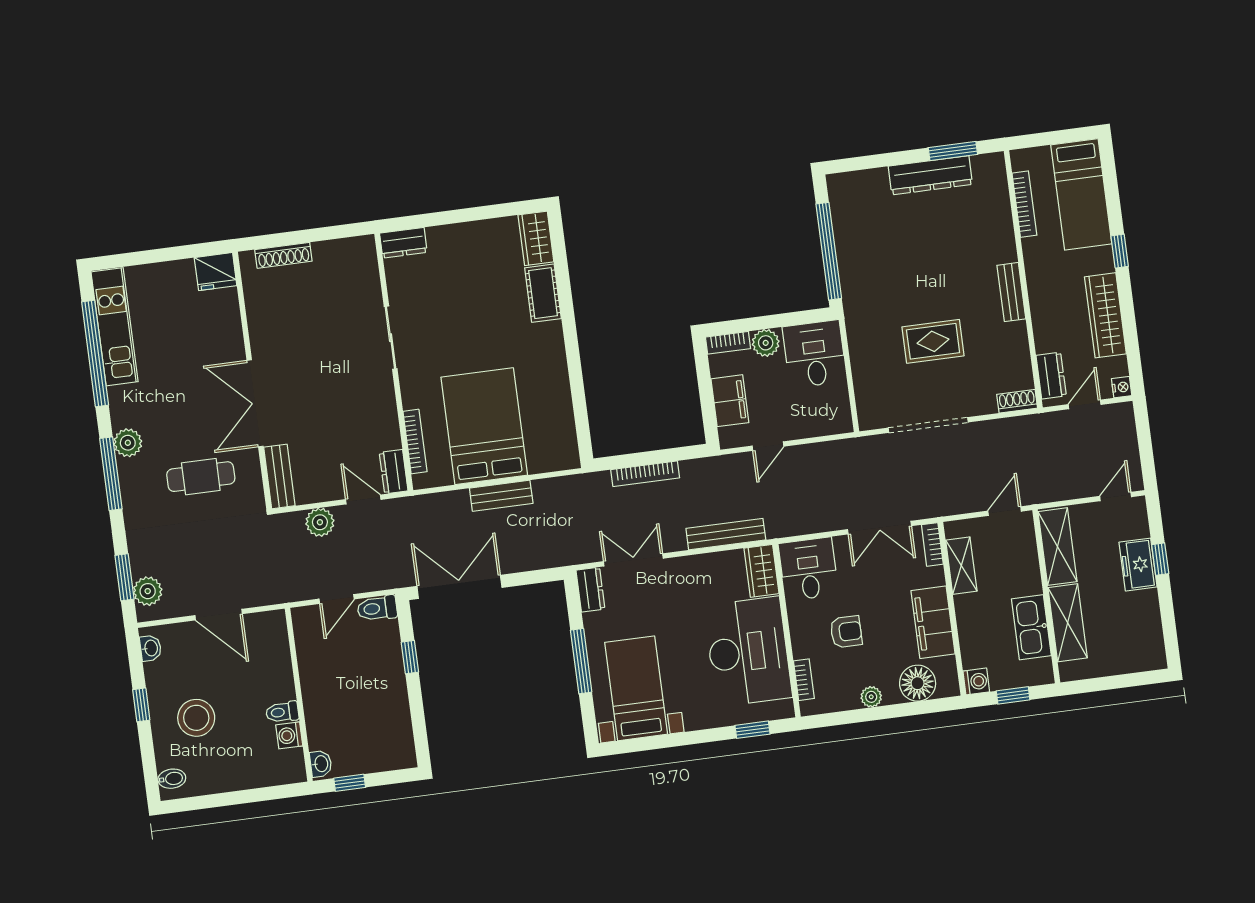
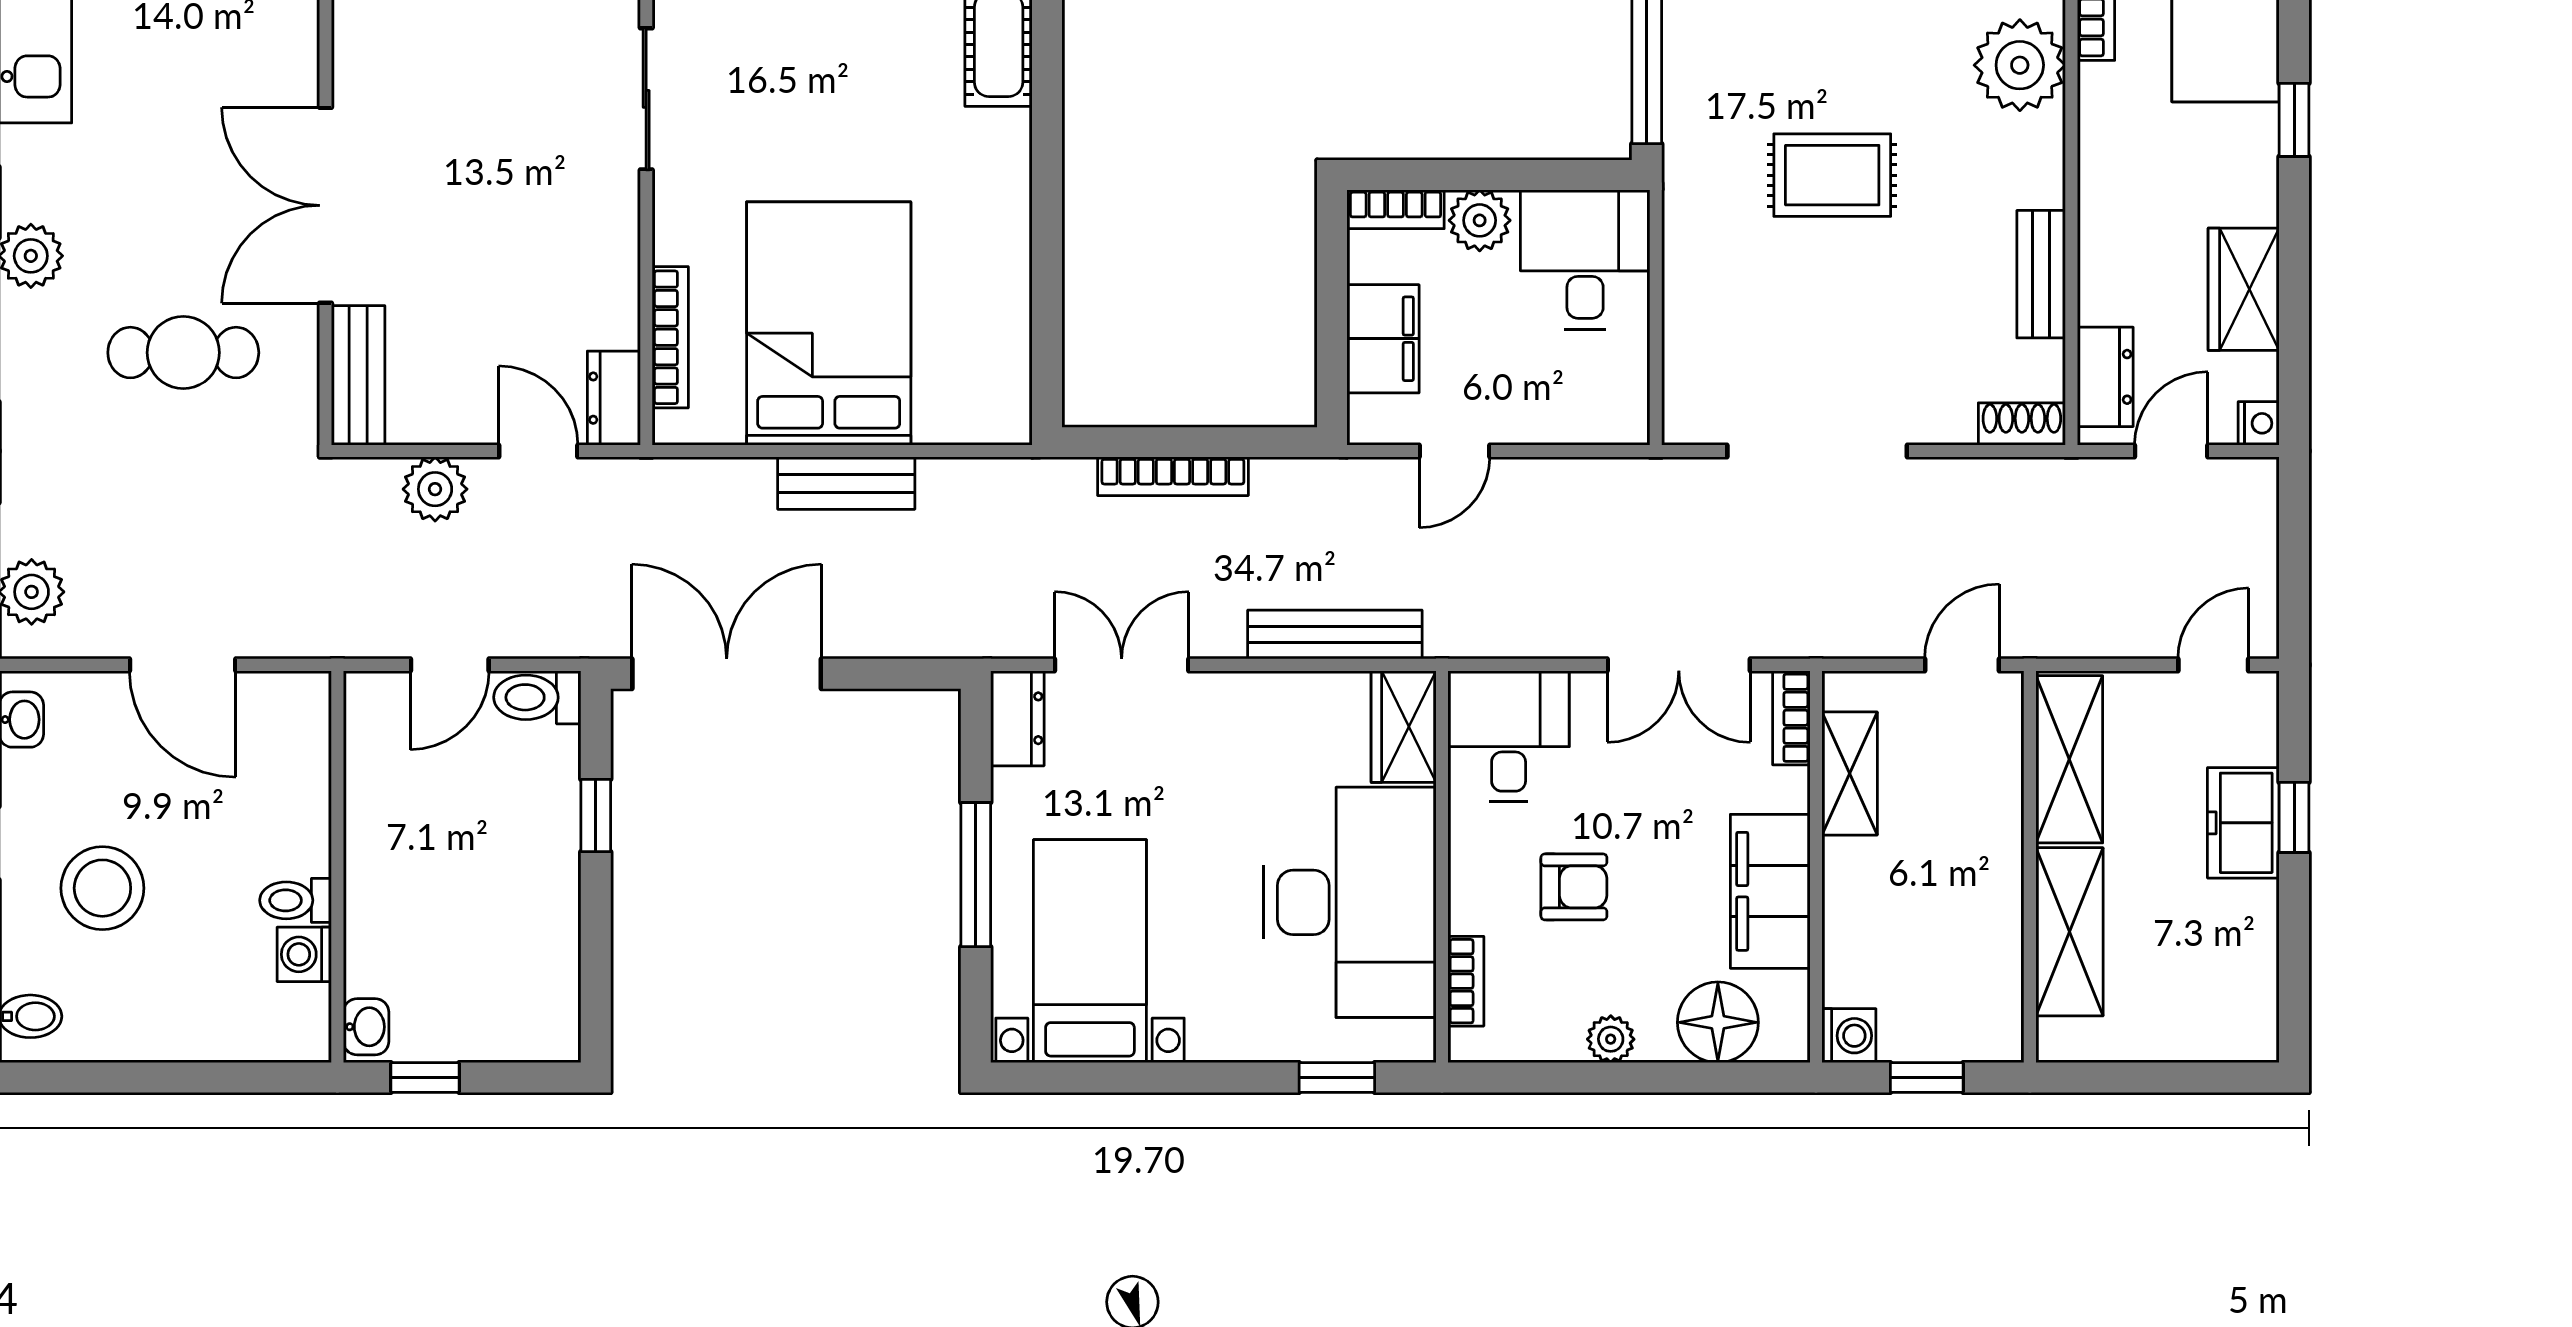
plant: (995, 243) -> (2020, 65), added
bench: (1011, 292) -> (2041, 274), moved
wardrobe: (1105, 315) -> (2244, 289), width x0.67
rug: (933, 341) -> (1832, 175), moved
kitchen sink: (1031, 627) -> (1988, 931), removed

